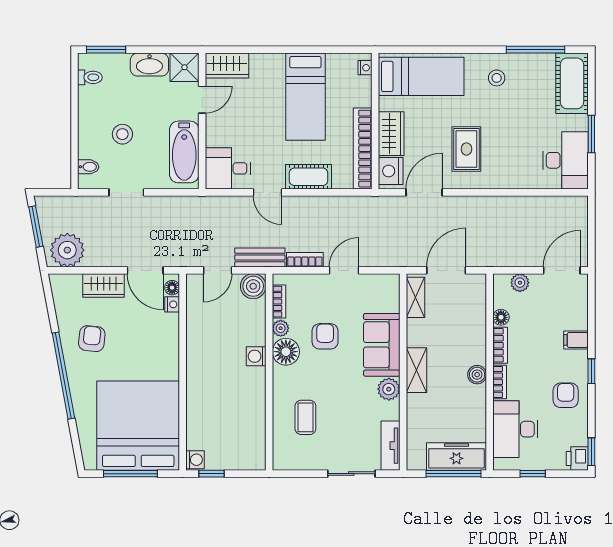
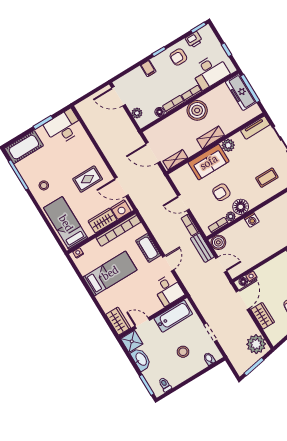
boiler: (477, 375) -> (197, 110), width x1.86, depth x1.86
printer: (577, 458) -> (194, 40), moved

